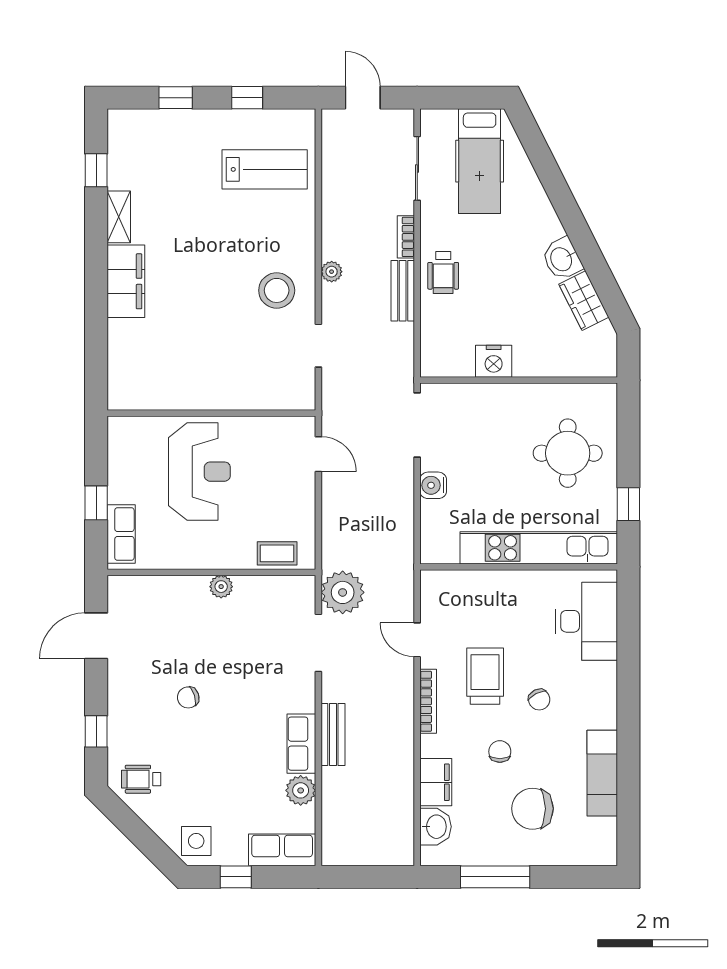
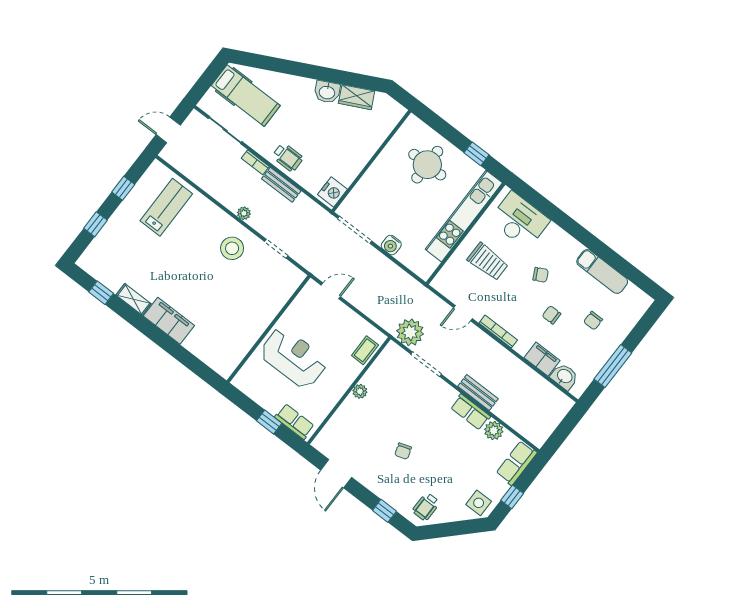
nightstand: (494, 361) -> (332, 192), moved
trolley: (485, 676) -> (488, 262), moved, turned 180
chair: (532, 809) -> (593, 321), width x0.54, depth x0.54

